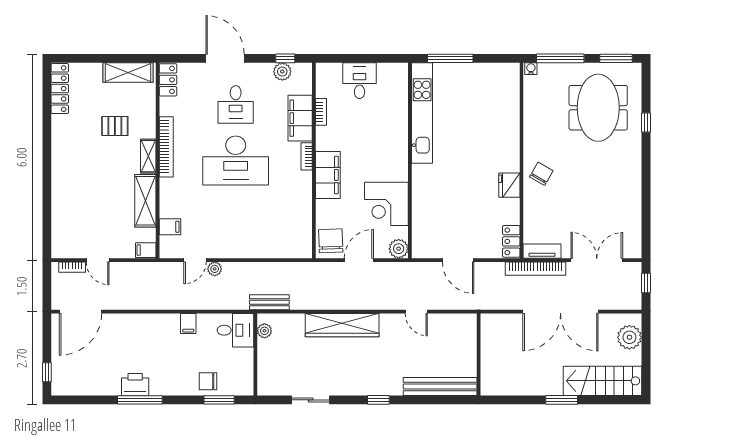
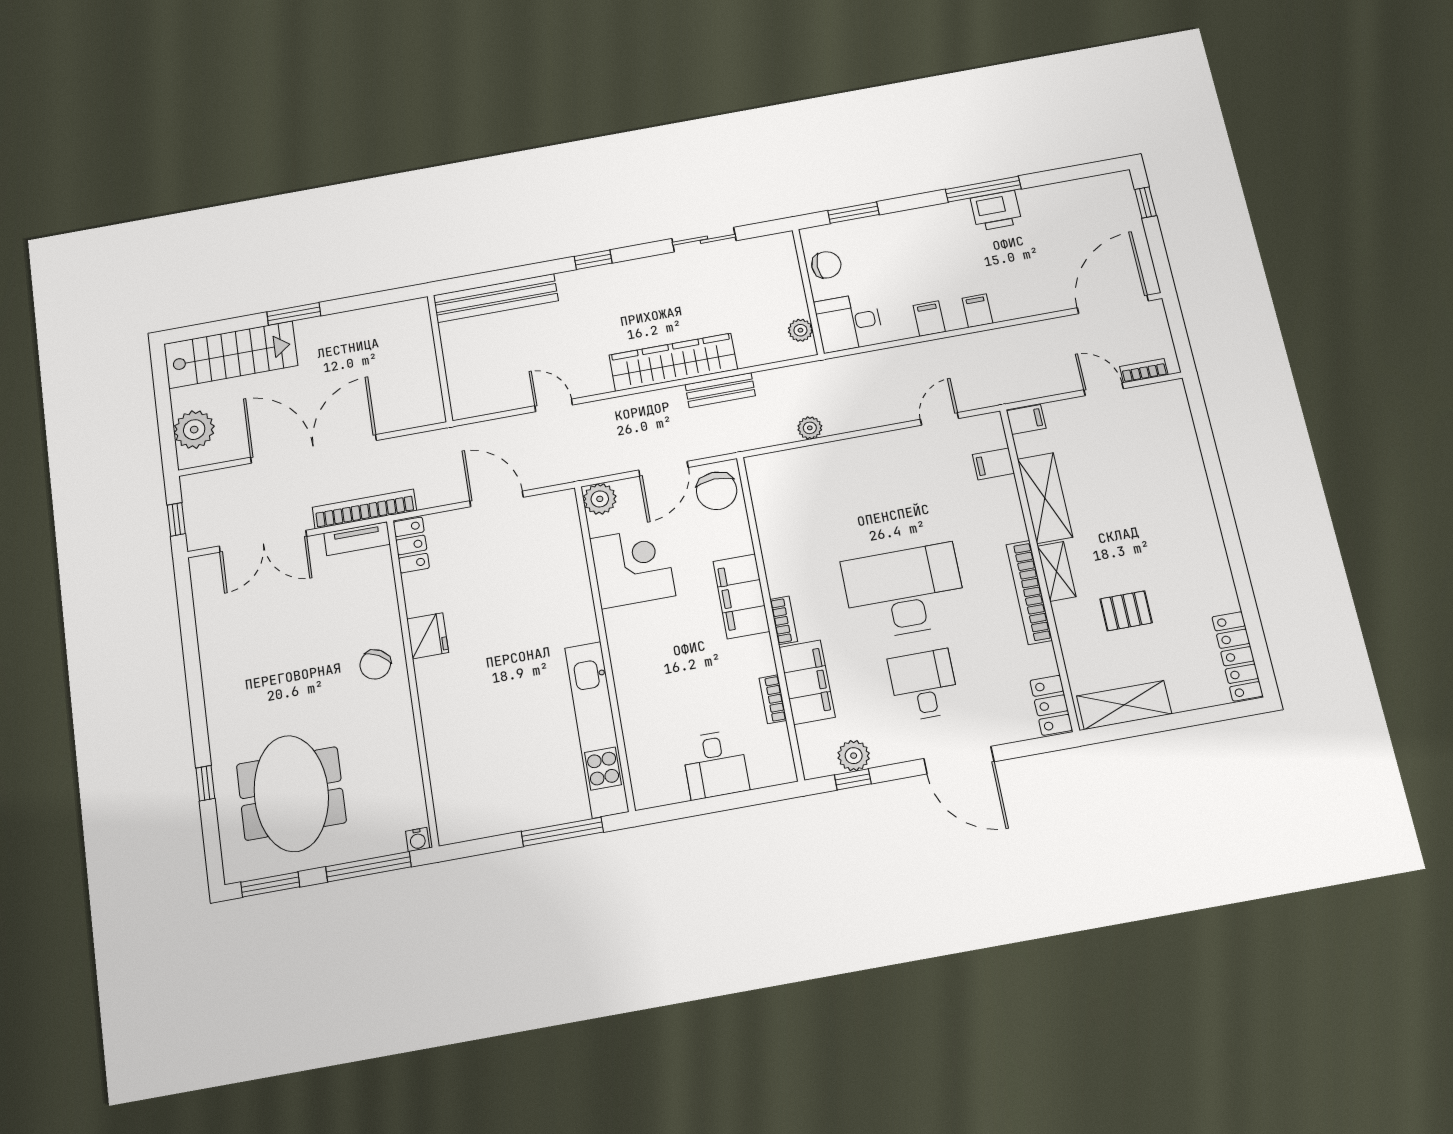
plant: (215, 269) -> (810, 428), moved
bench: (269, 302) -> (720, 390), moved
filing cabinet: (159, 323) -> (977, 311), added
chair: (208, 381) -> (826, 265), moved

